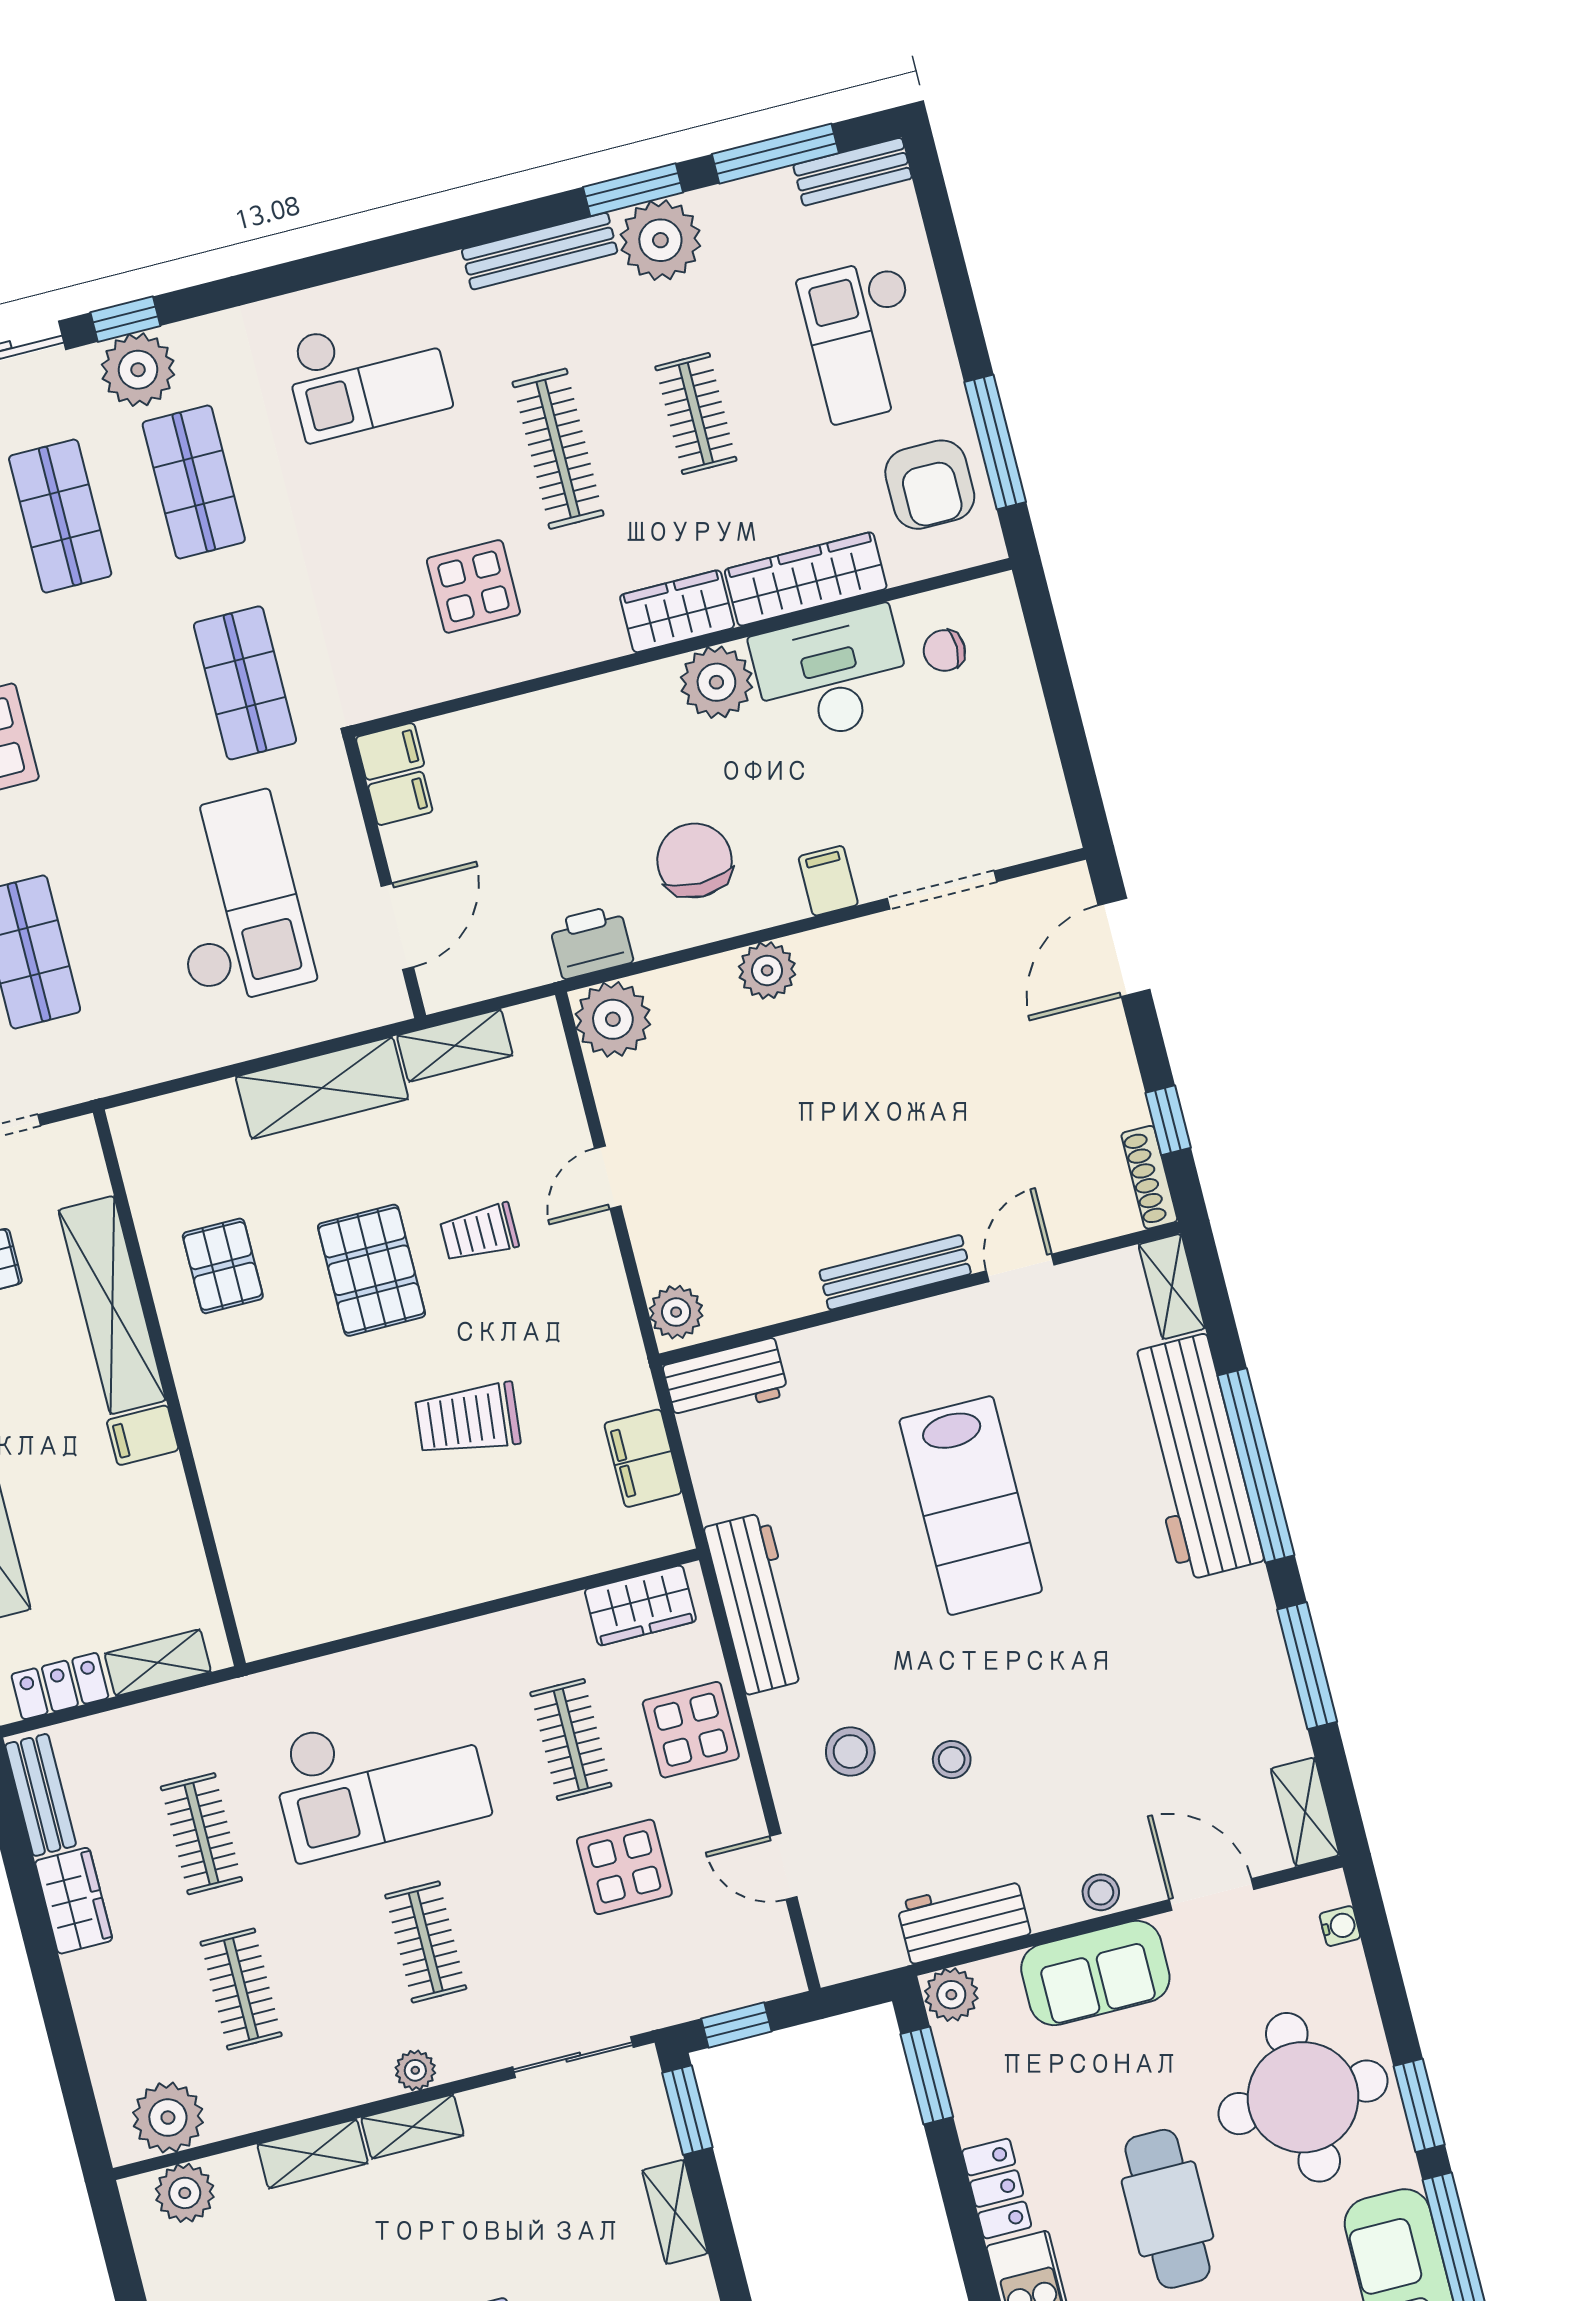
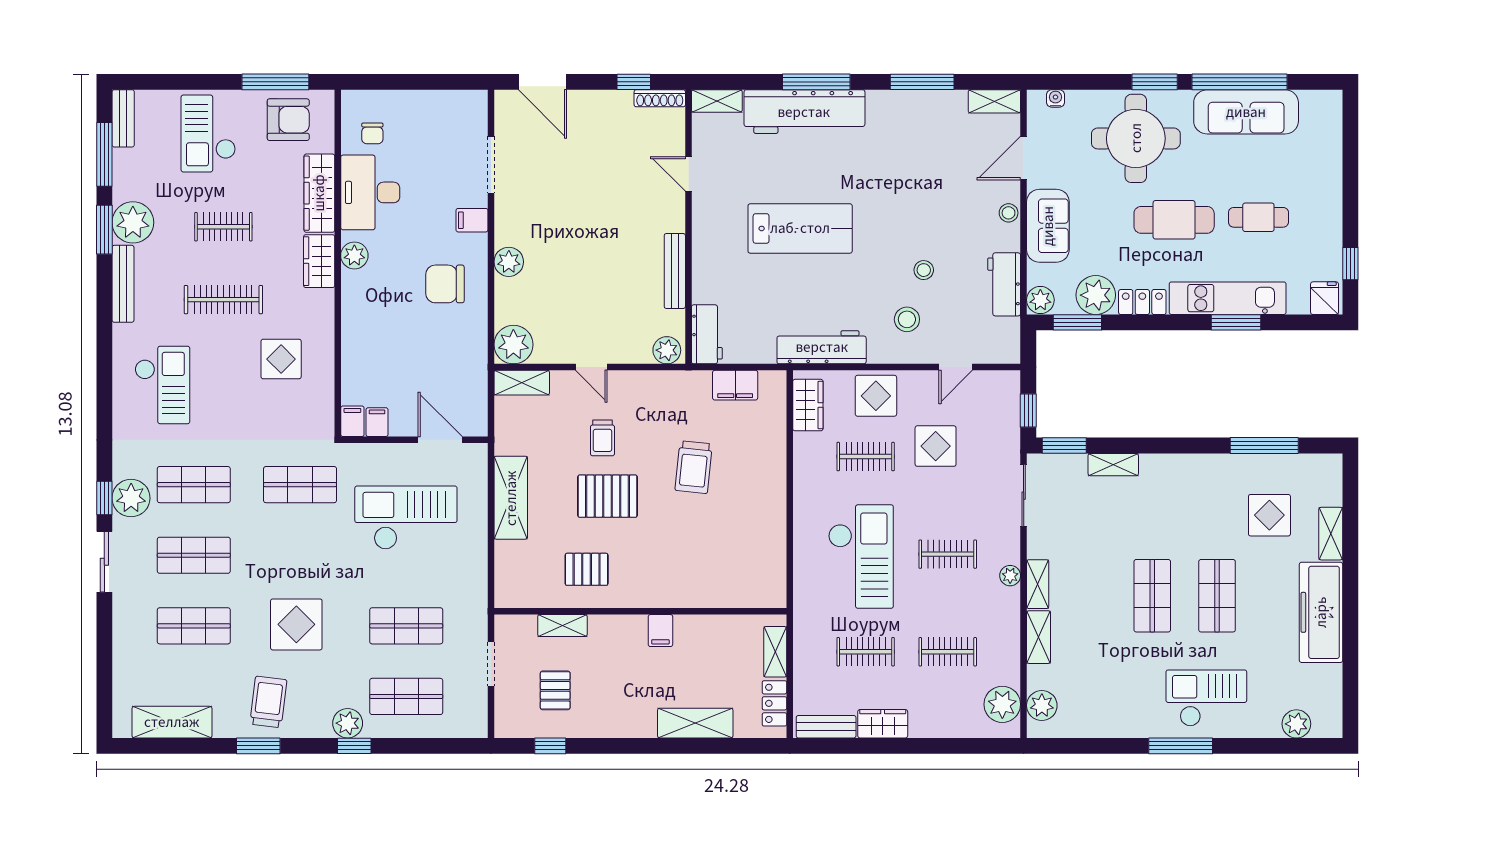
checkout: (865, 340) -> (208, 133), turned 90
plant: (716, 682) -> (354, 255), width x0.73, depth x0.73
printer: (591, 942) -> (472, 346), removed
shelving: (455, 1046) -> (522, 383), moved, turned 90
bench: (895, 1272) -> (675, 271), moved
shelving: (112, 1305) -> (562, 626), width x0.45, depth x0.75
window: (1256, 1465) -> (816, 82), width x0.68
plant: (987, 2097) -> (1096, 295), added

